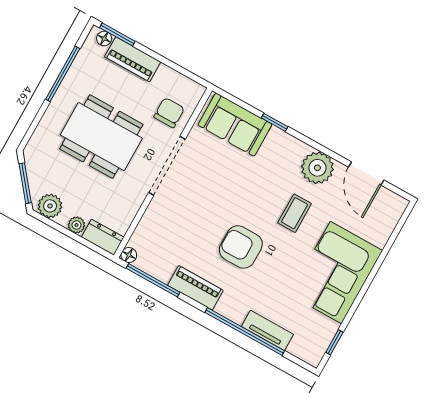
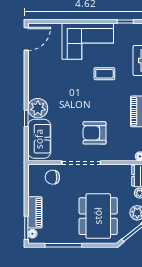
dining table: (101, 137) -> (98, 216), moved
plant: (317, 168) -> (38, 108), moved
door: (366, 173) -> (26, 39), moved
coffee table: (295, 213) -> (104, 74), moved
armchair: (241, 247) -> (95, 133), moved, turned 90

